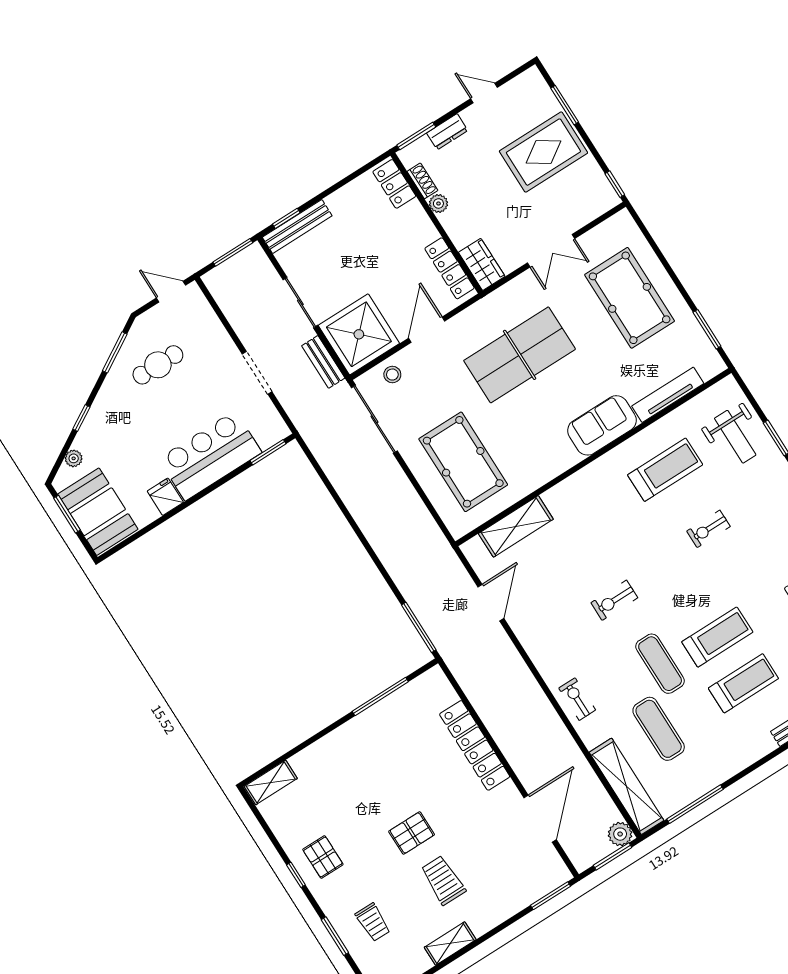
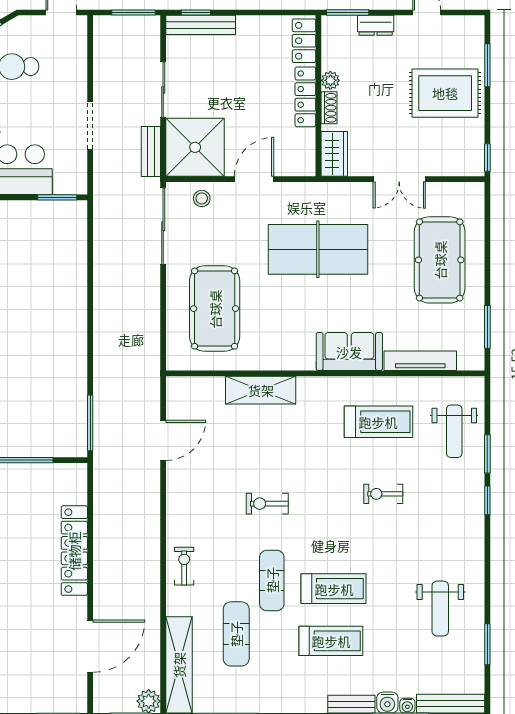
shoe rack: (422, 181) -> (329, 108), moved
locker: (450, 268) -> (305, 97), moved
shelving: (516, 526) -> (261, 390), moved

